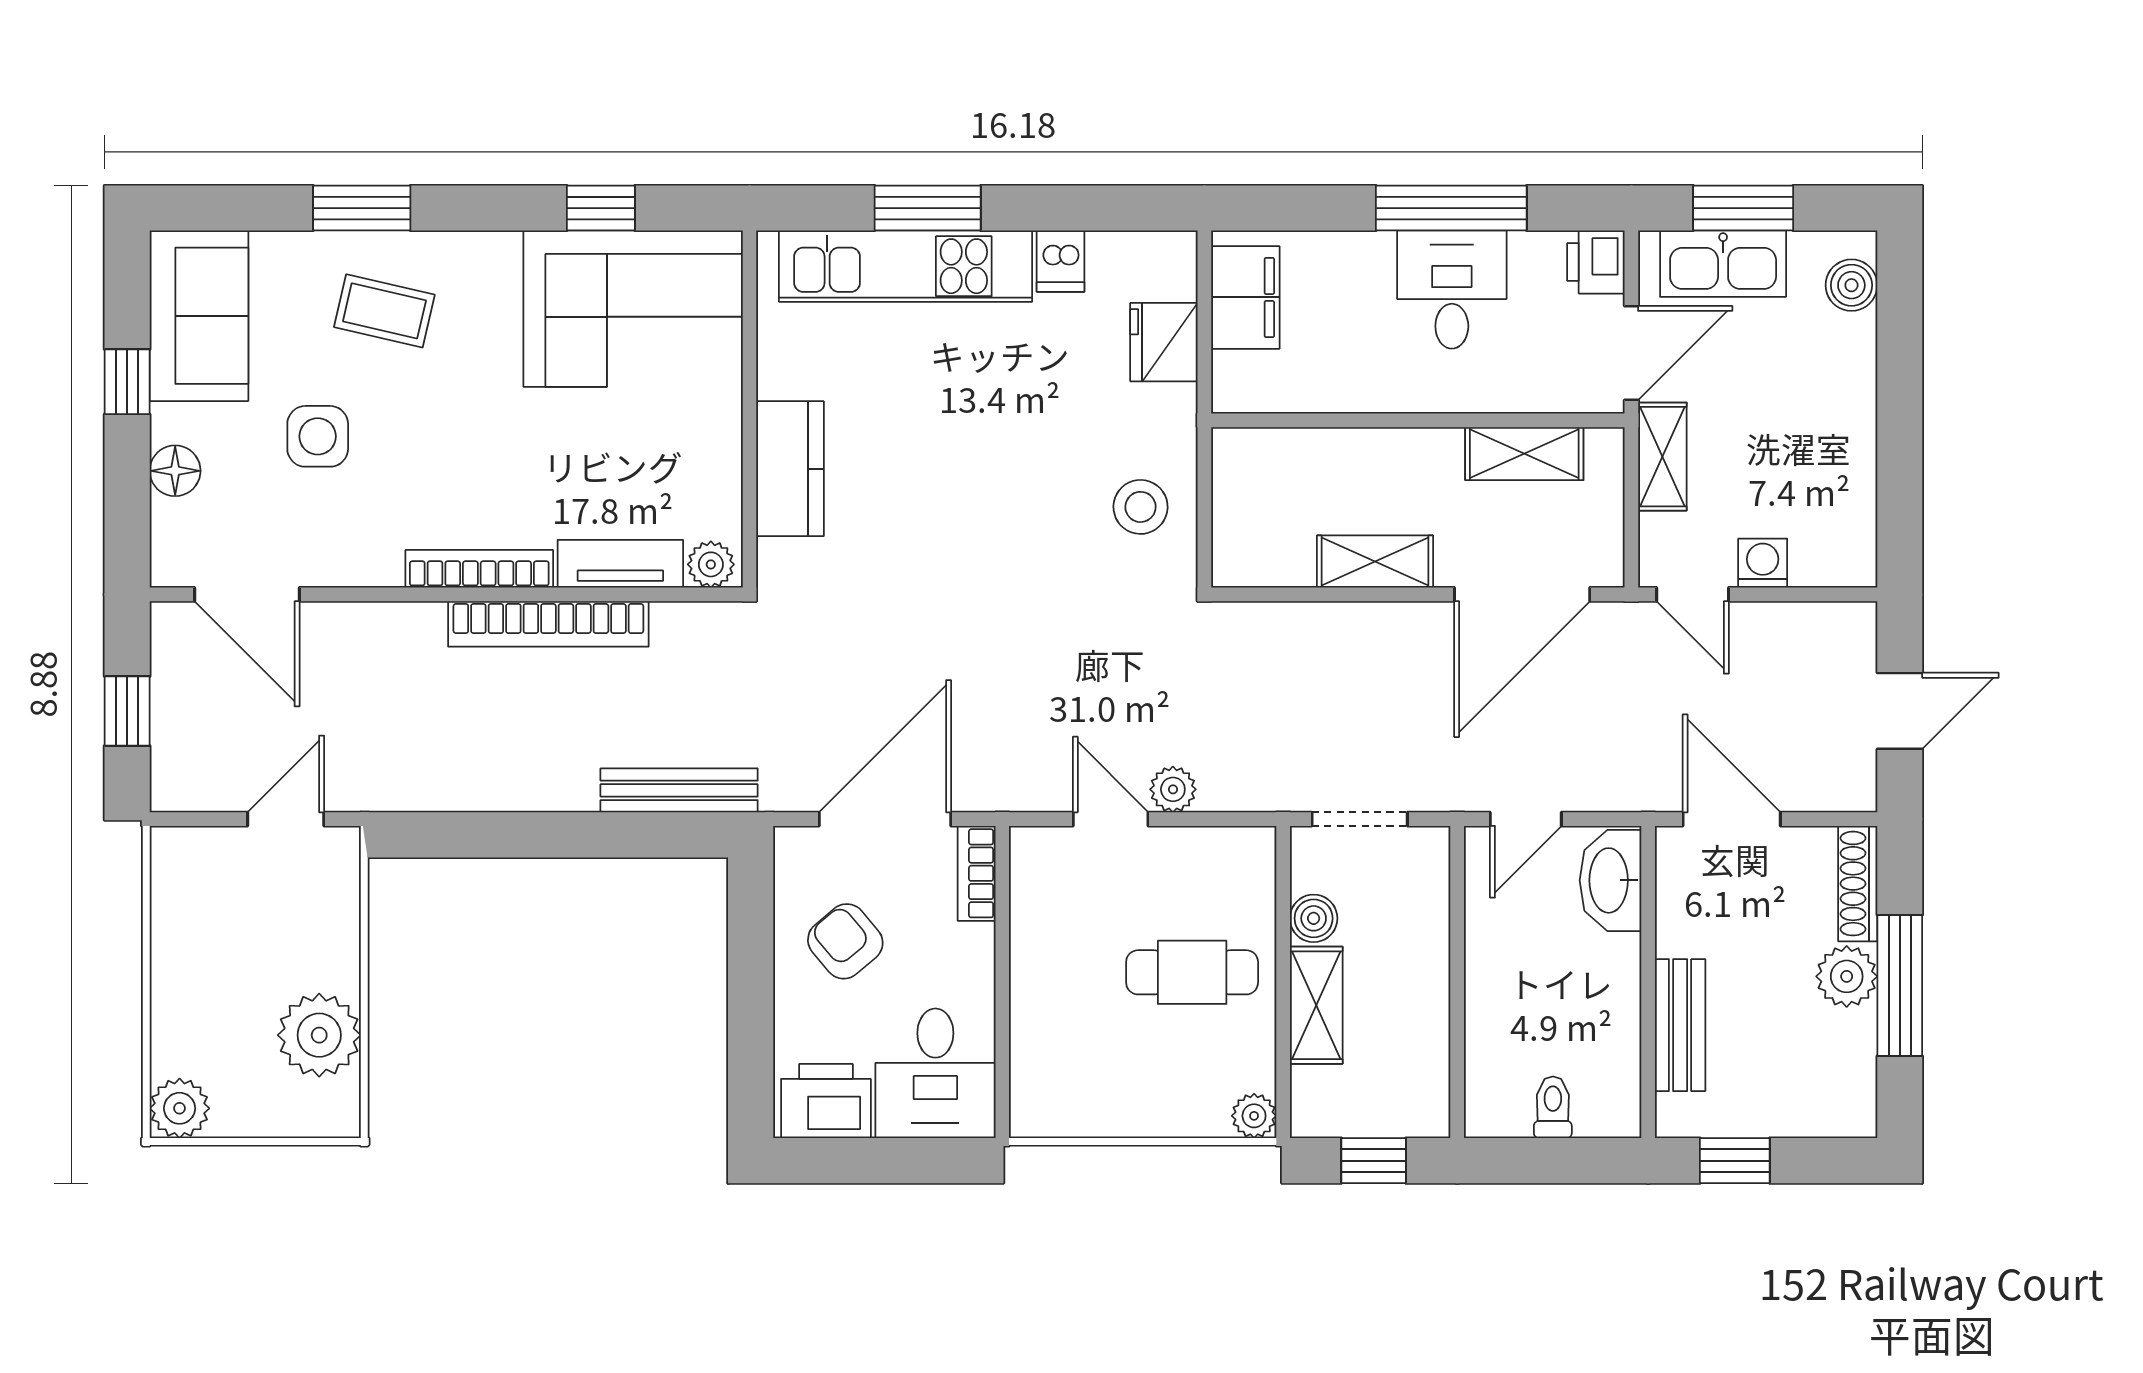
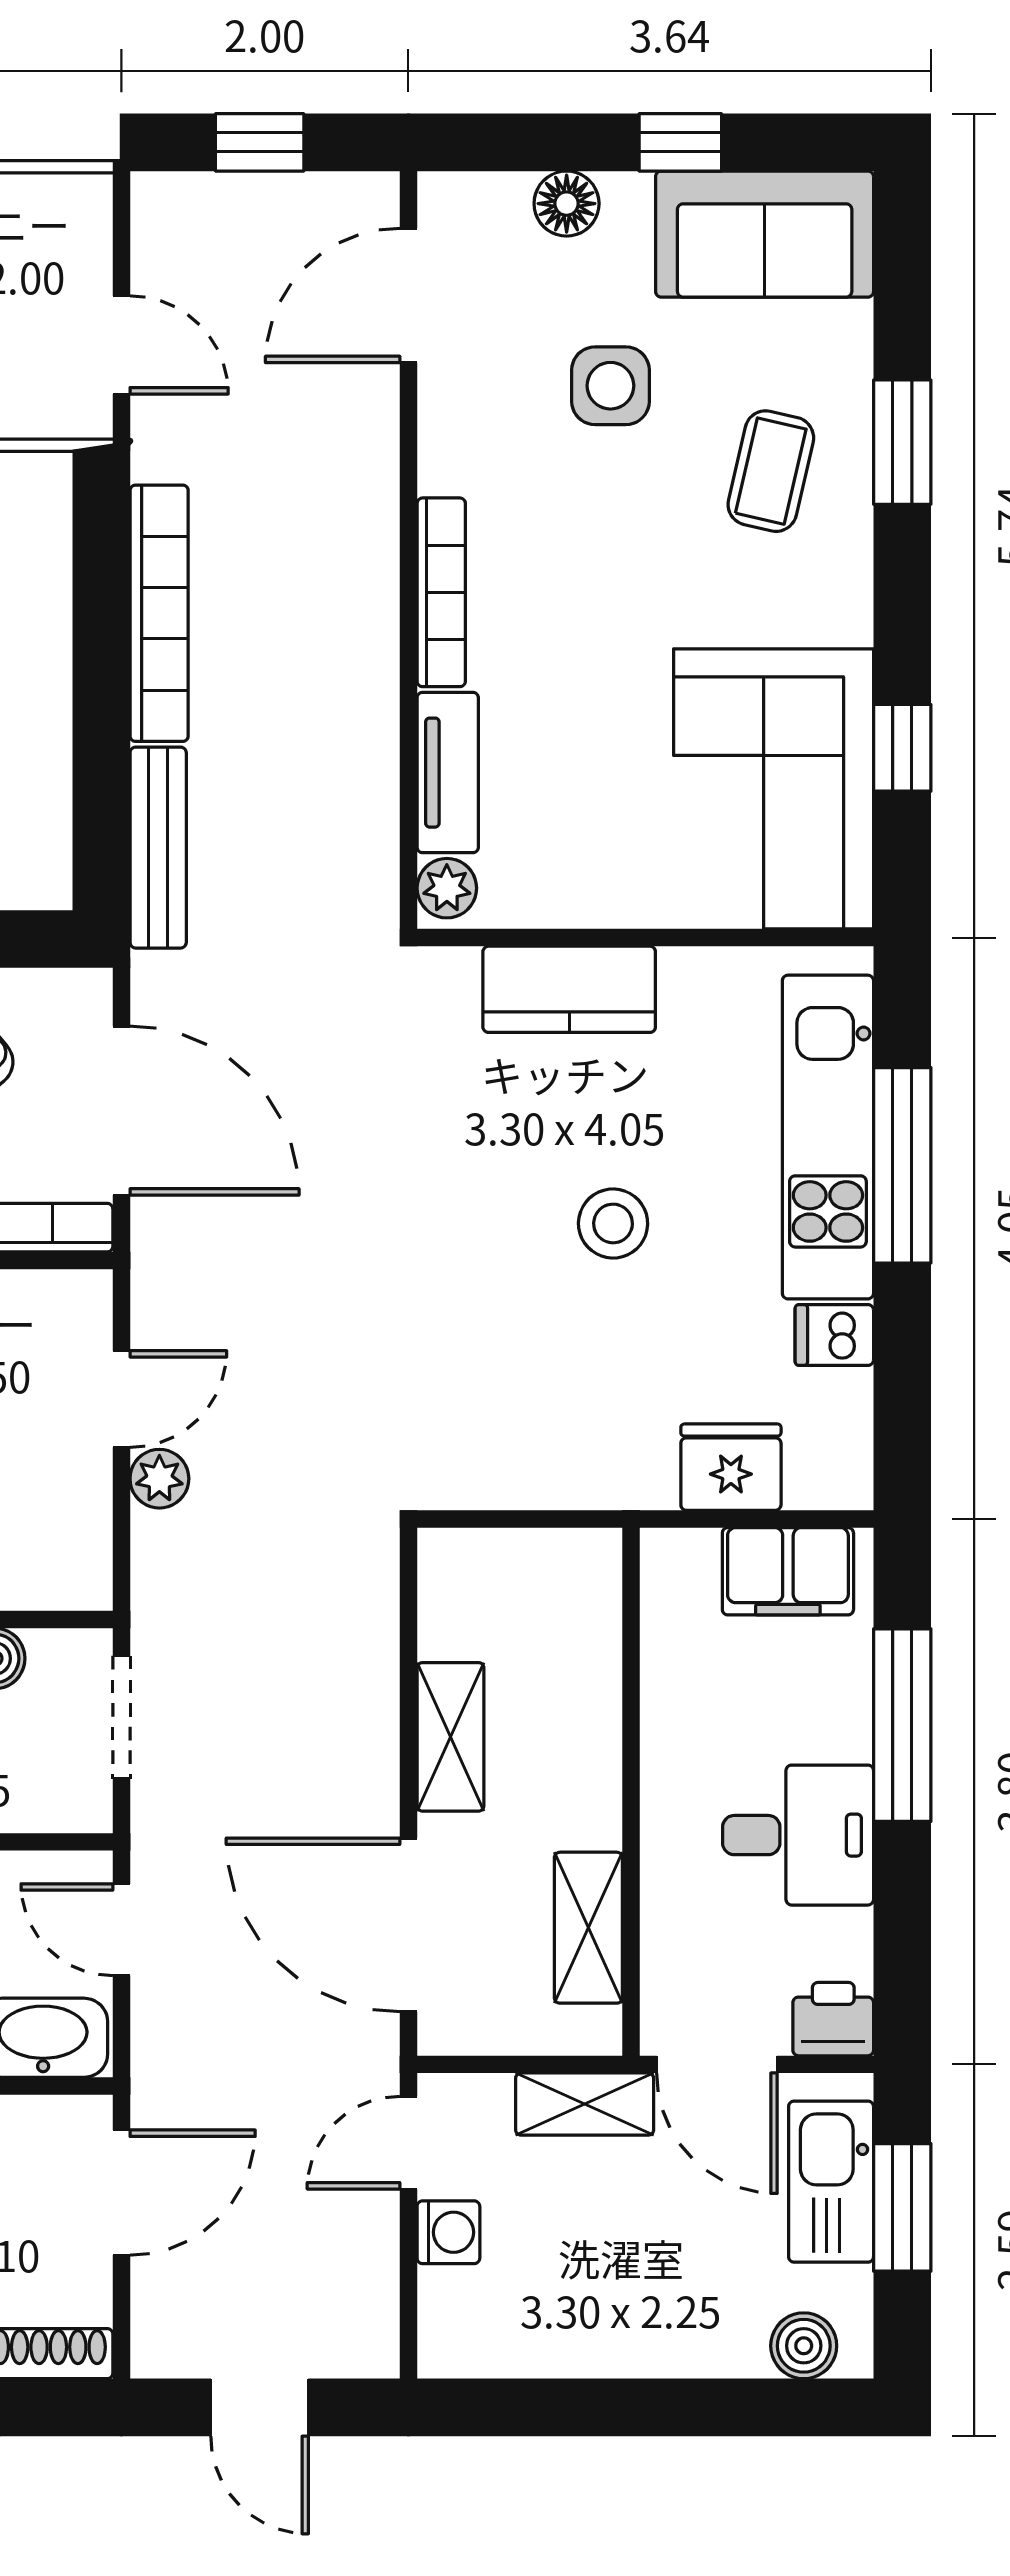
window: (928, 208) -> (902, 1165), width x1.44
window: (1451, 208) -> (902, 1725), moved
stool: (1141, 507) -> (613, 1223), moved
bookcase: (548, 624) -> (159, 613), moved, turned 180

